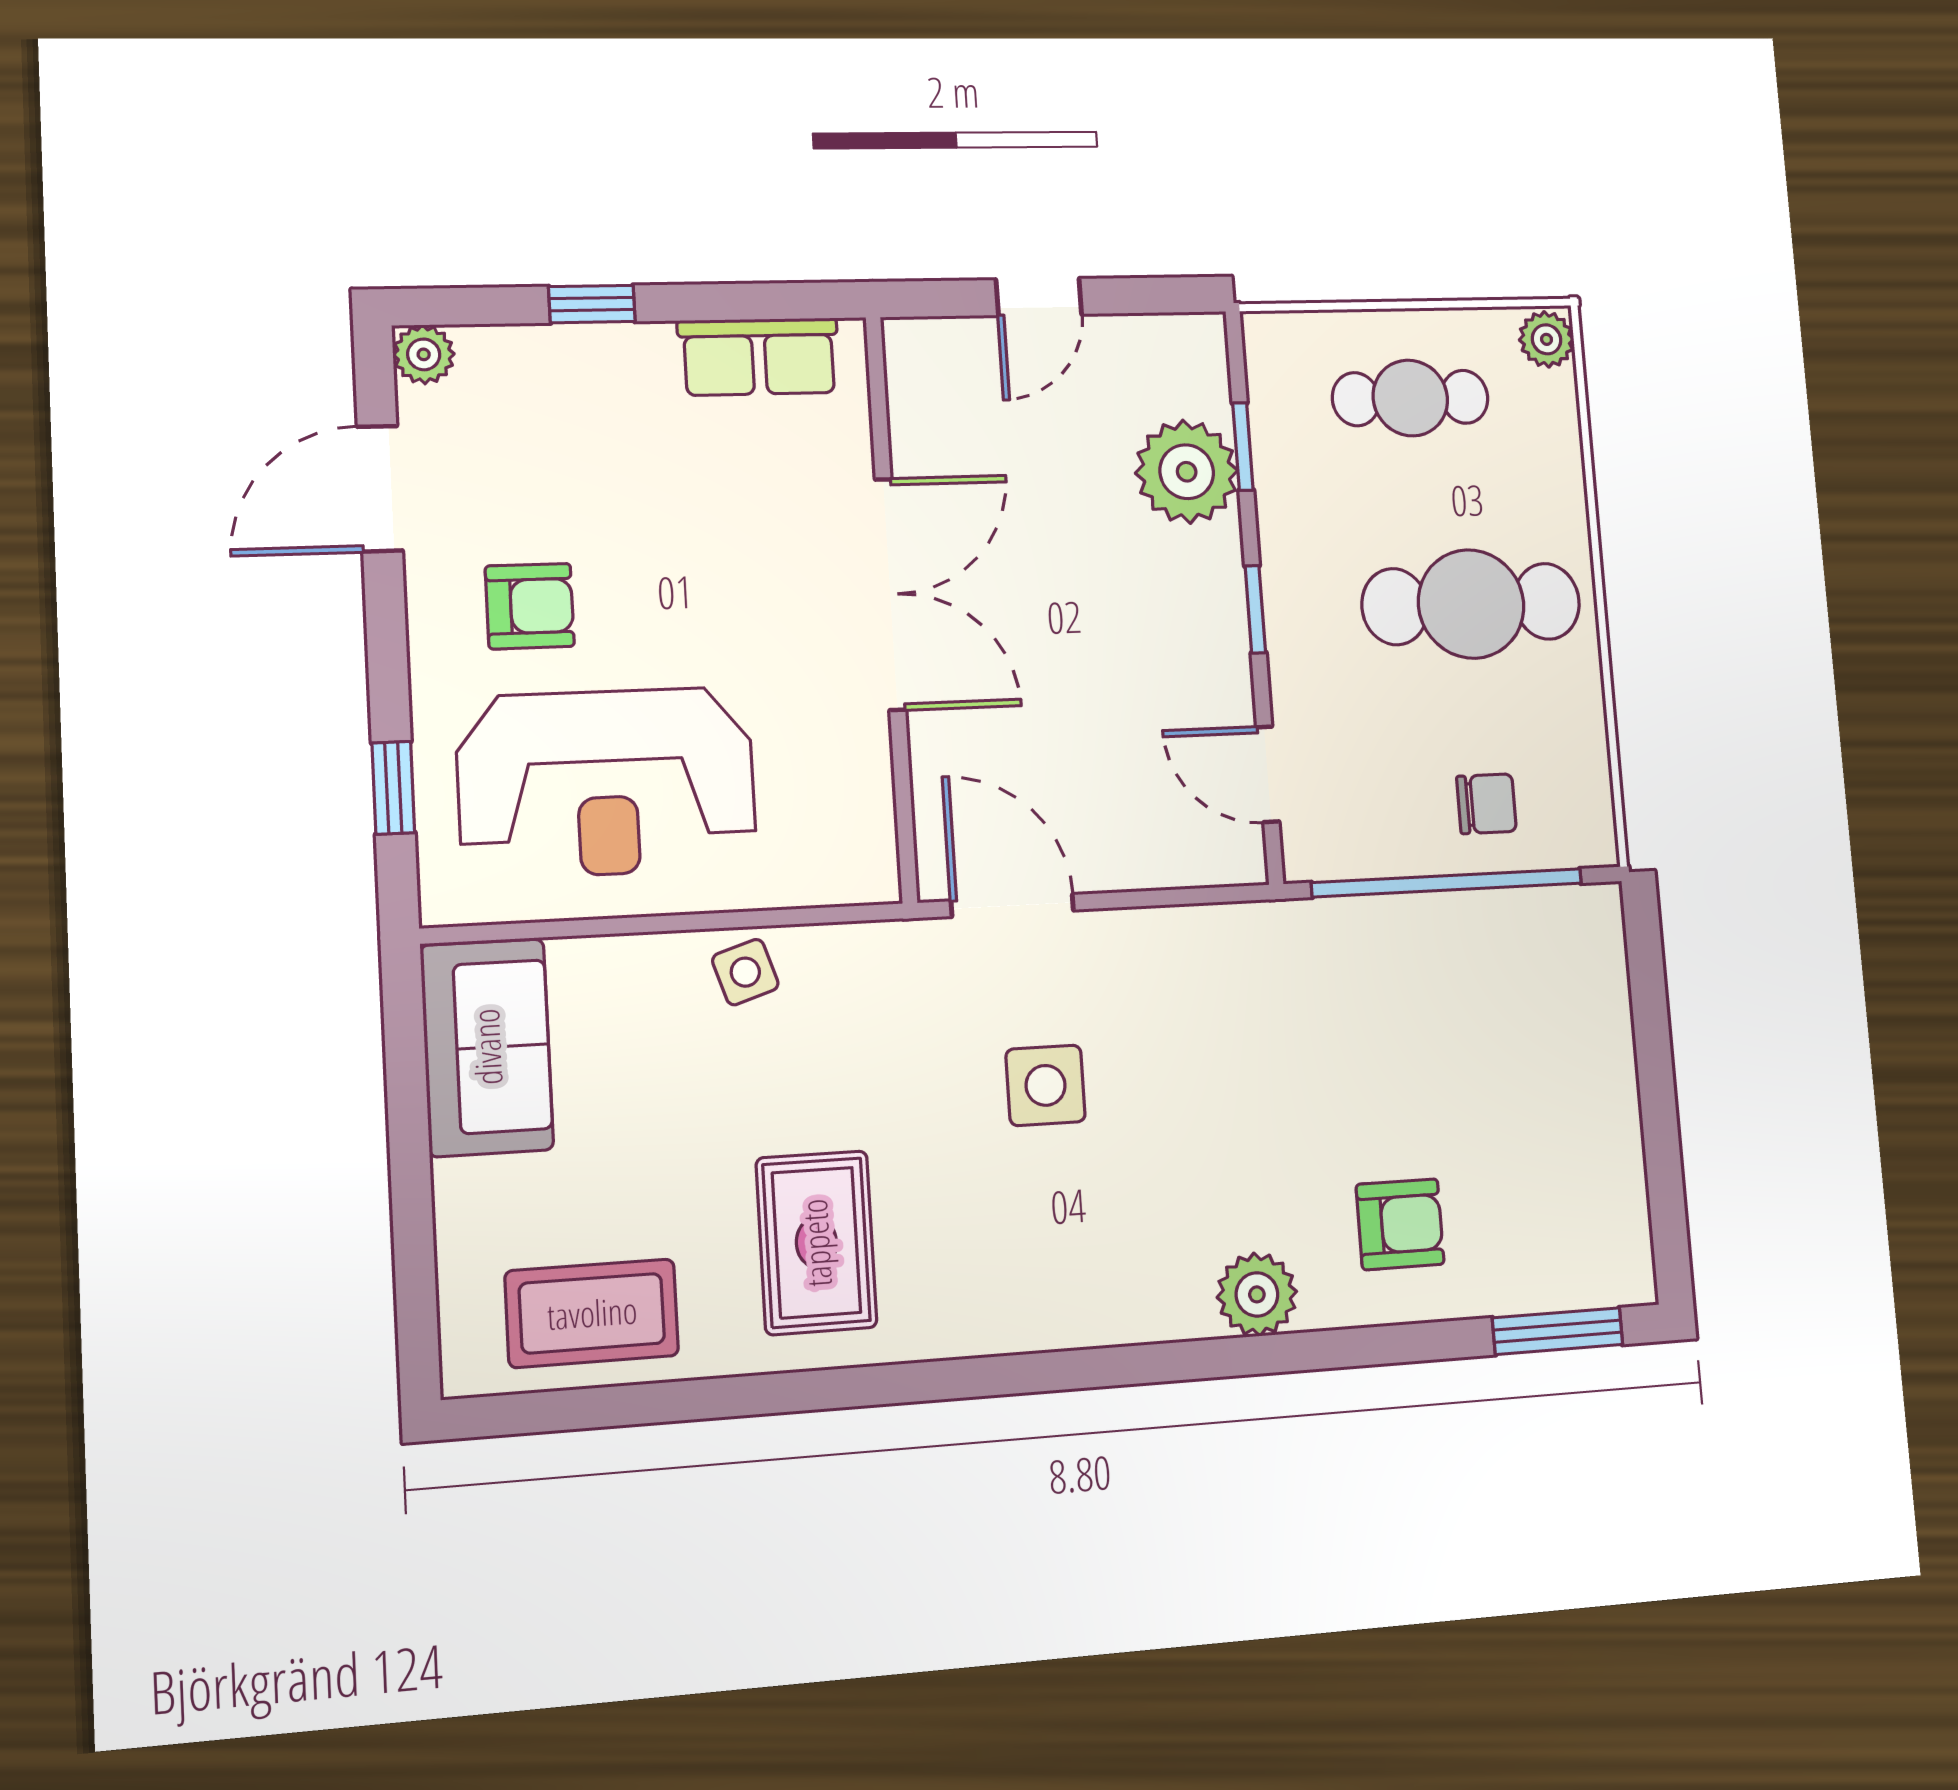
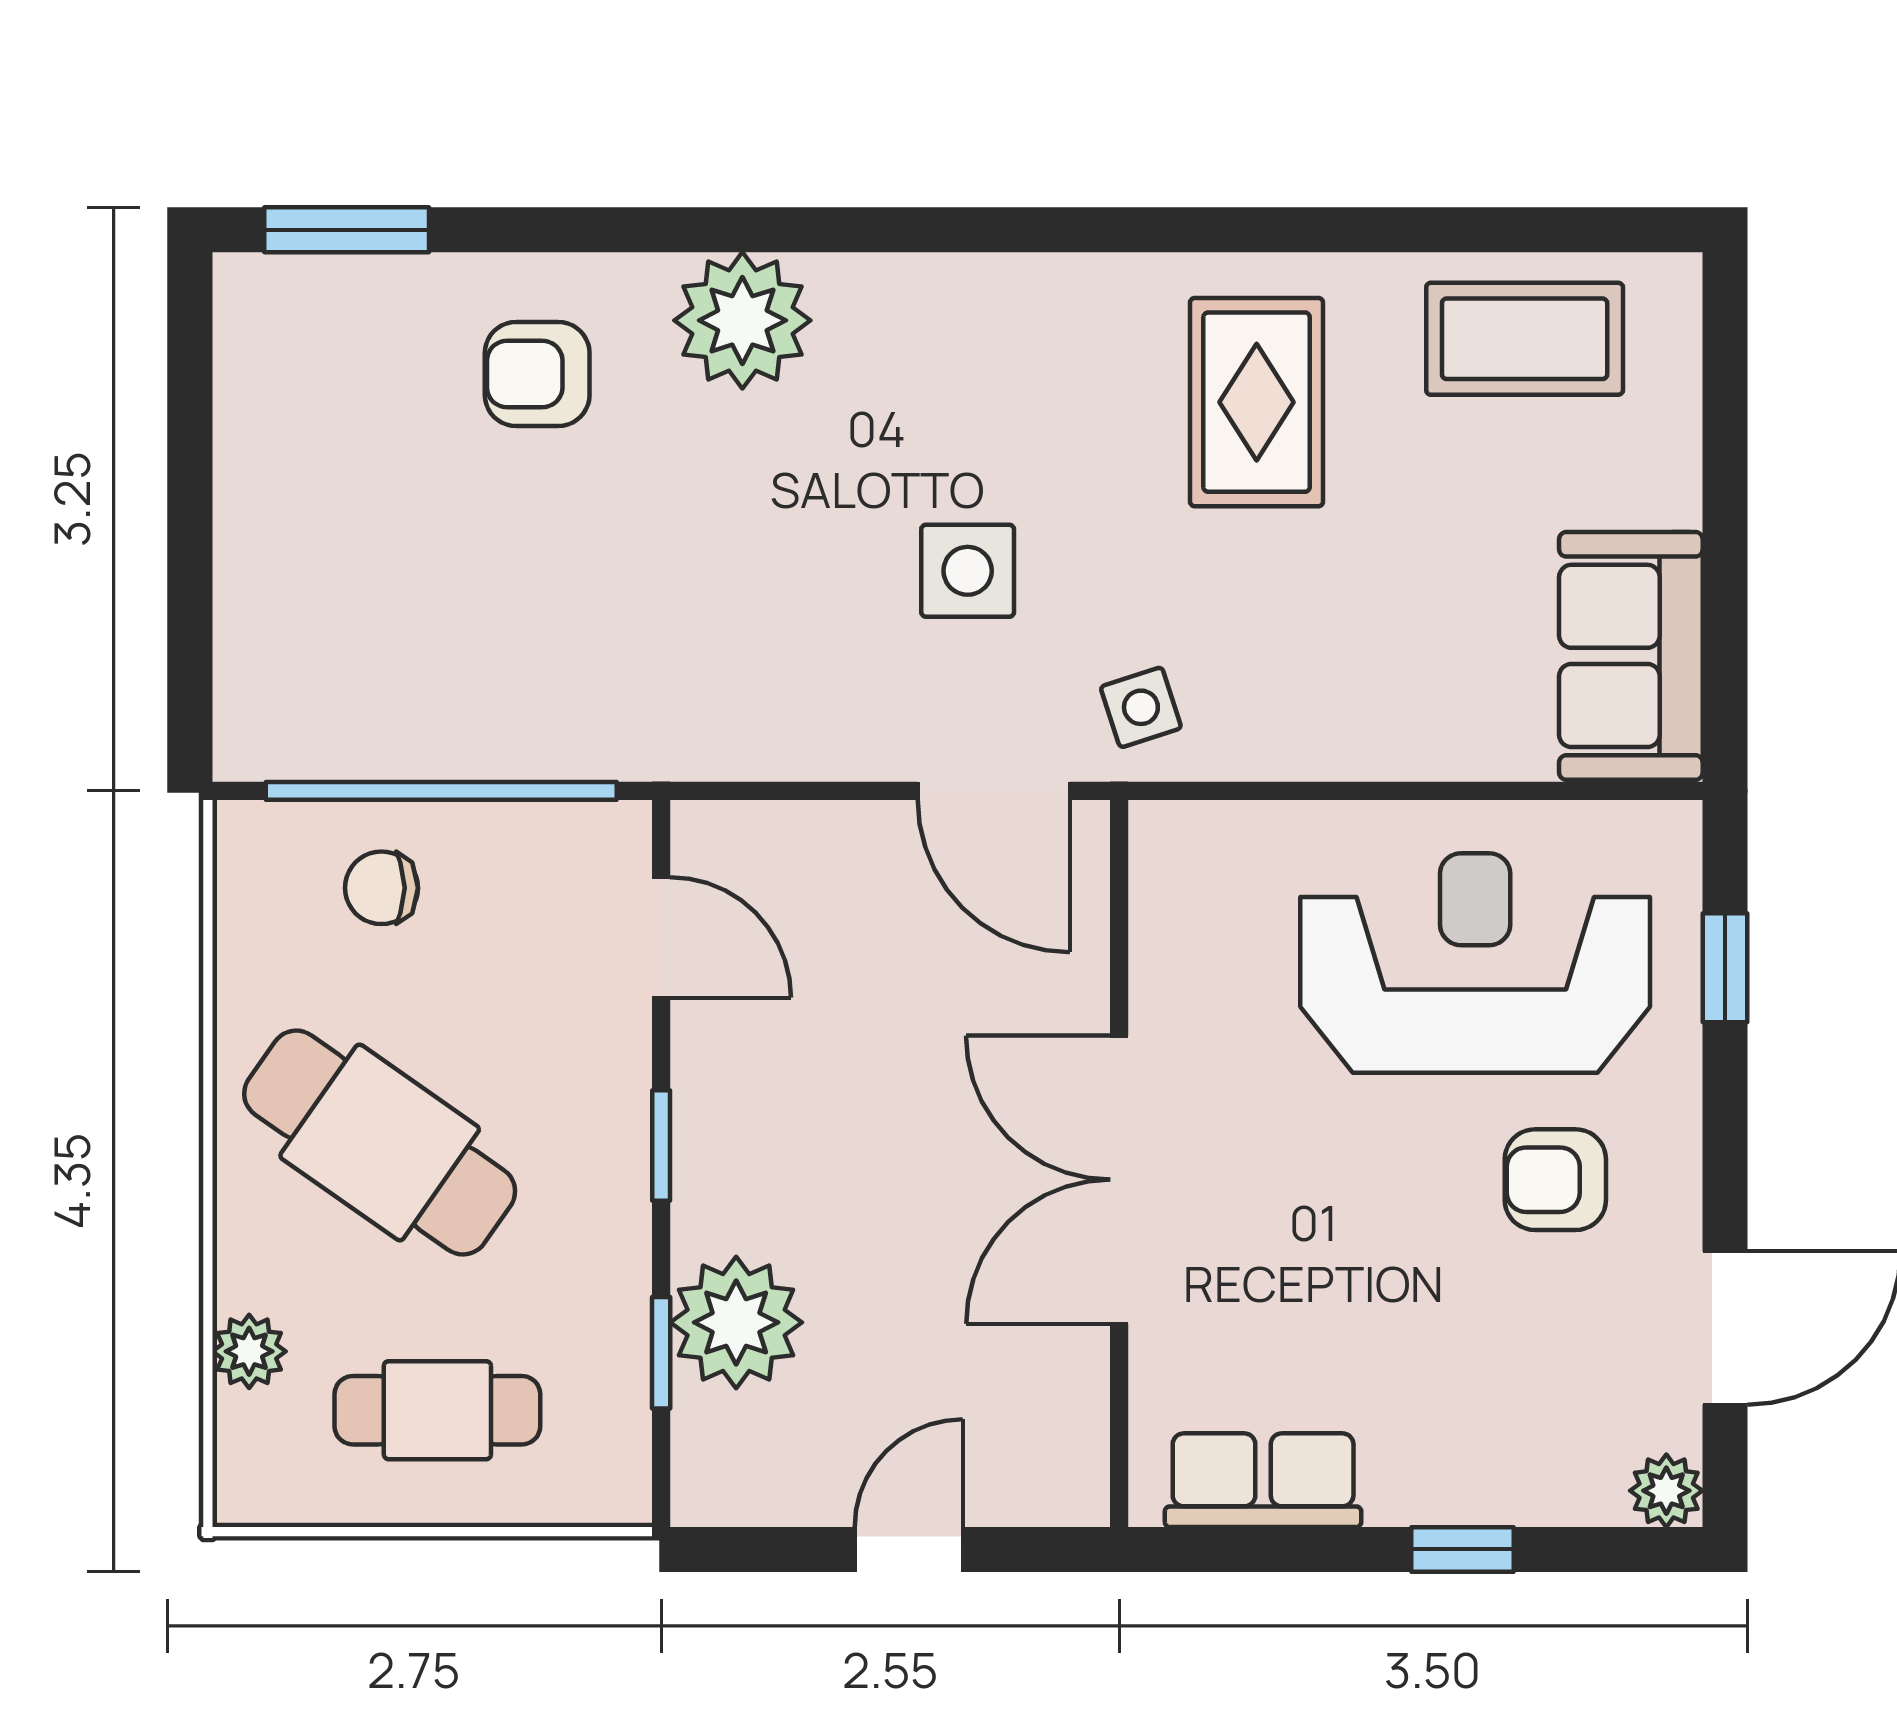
plant: (1547, 339) -> (249, 1351), moved
cafe table: (1471, 604) -> (380, 1142), turned 35
side table: (745, 972) -> (1141, 707), moved
plant: (1257, 1294) -> (742, 320), width x1.36, depth x1.36

